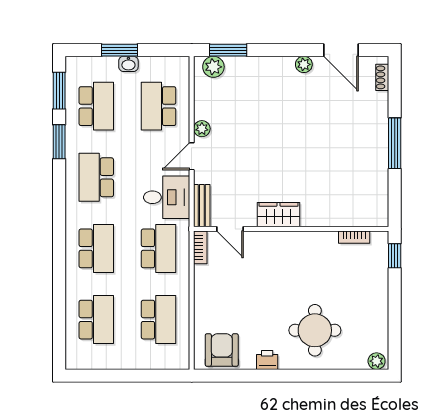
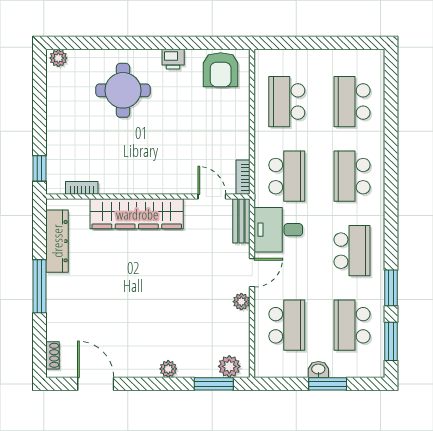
plant: (304, 64) -> (168, 369), moved
dresser: (378, 186) -> (57, 241), added
wardrobe: (279, 215) -> (137, 214), width x2.10, depth x1.17
school desk: (159, 248) -> (287, 176), turned 180

